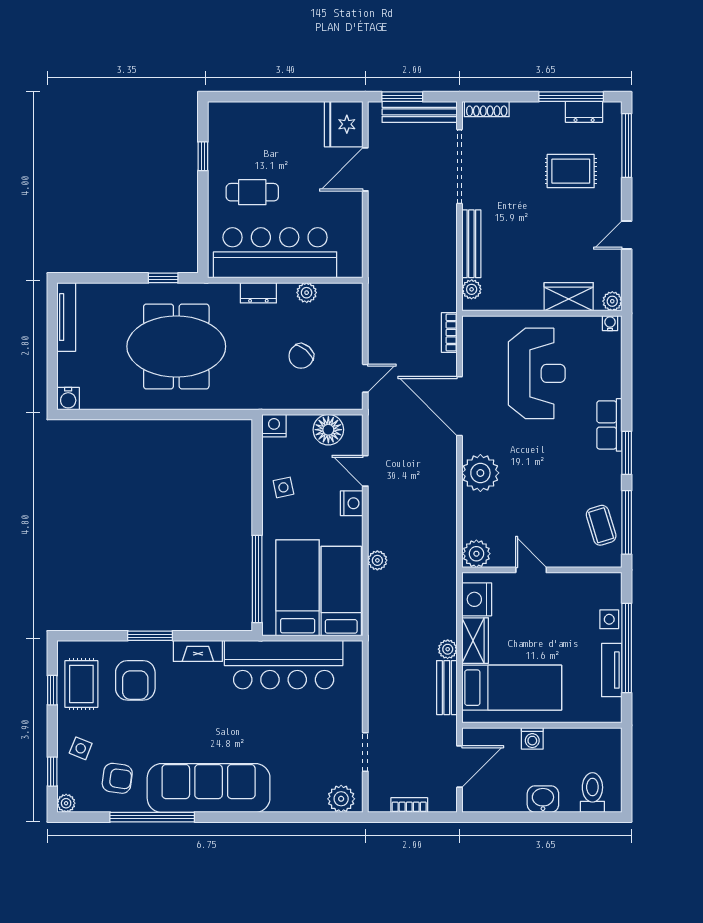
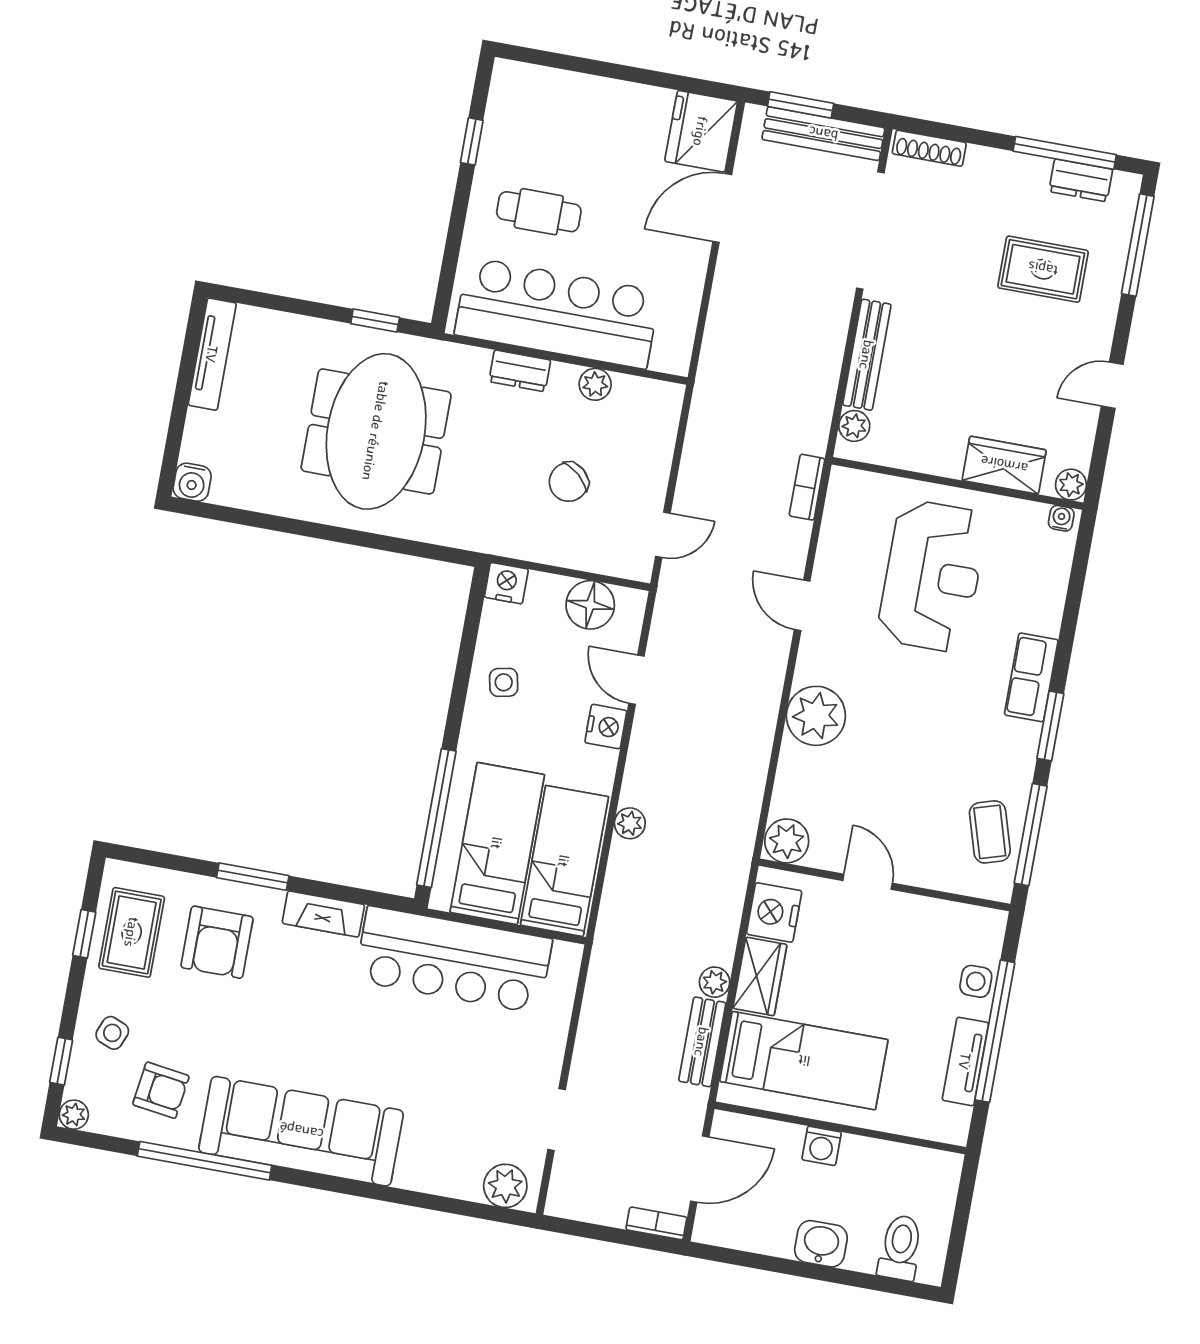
meeting table: (176, 346) -> (376, 431), turned 90
door: (460, 406) -> (802, 605), width x0.53
bookcase: (409, 805) -> (656, 1223), moved

